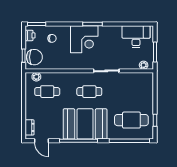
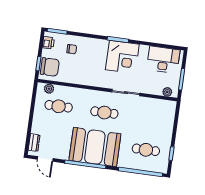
corner desk: (84, 39) -> (122, 57), moved
cafe table: (131, 120) -> (146, 150), width x0.73, depth x0.74

